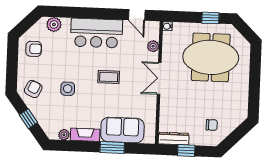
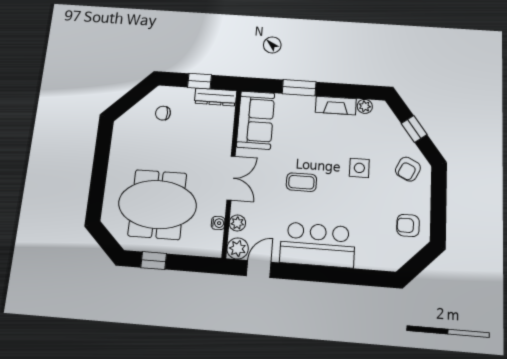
door: (137, 15) -> (259, 269), hinge flipped
plant: (54, 24) -> (238, 248), moved
water cooler: (167, 26) -> (218, 223), moved
sofa: (122, 130) -> (256, 120), moved, turned -90

